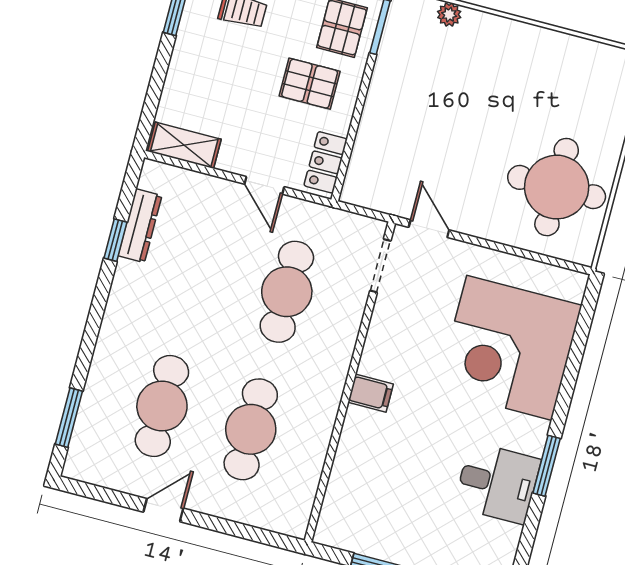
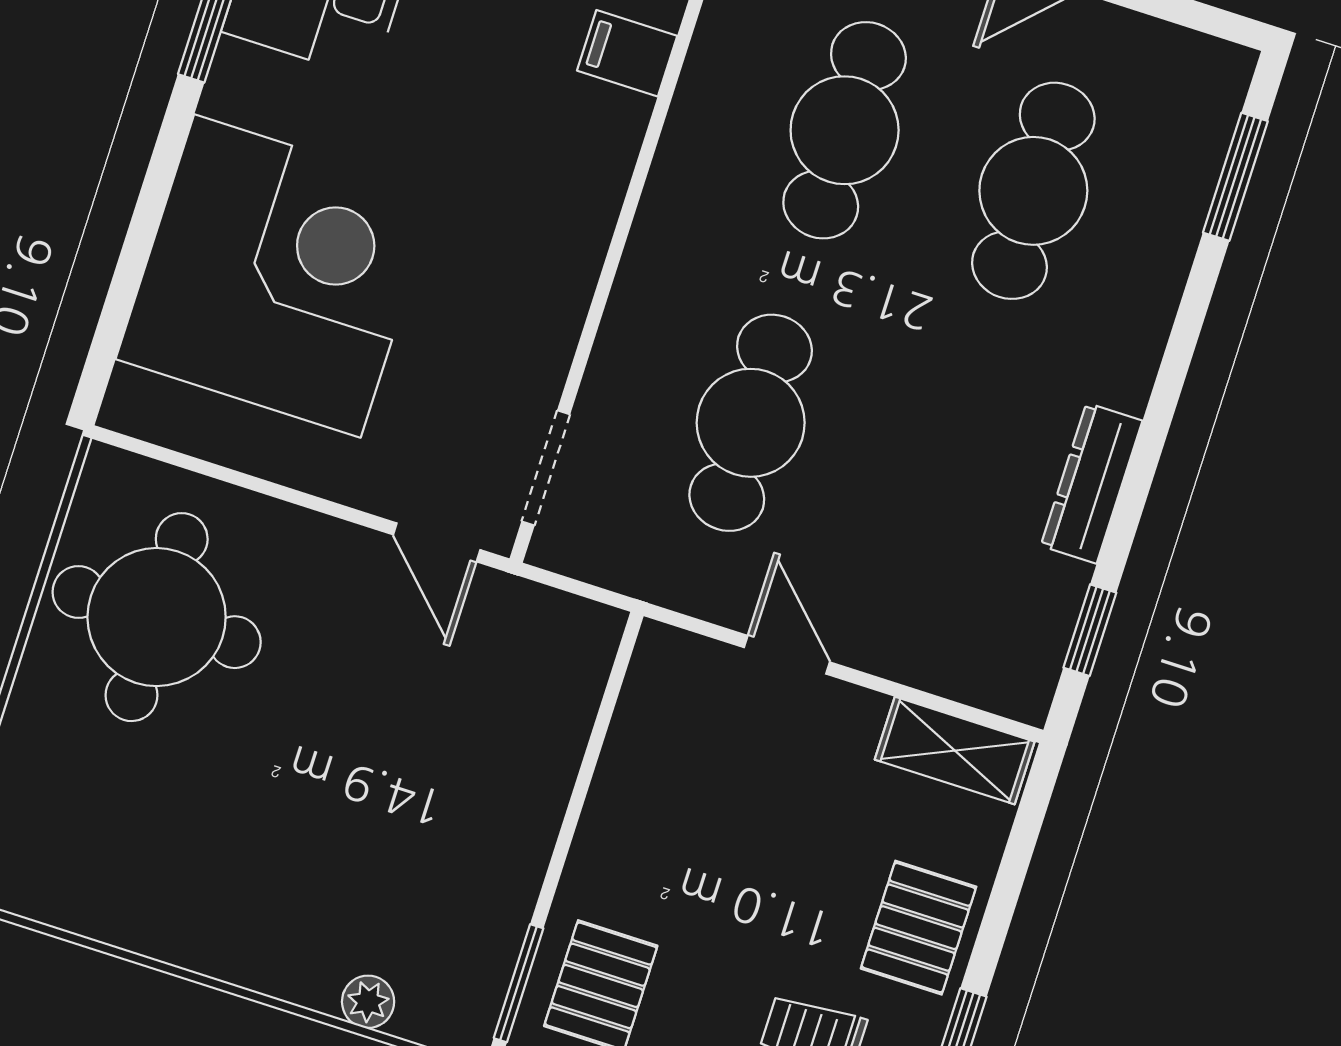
pallet: (310, 84) -> (919, 928), moved, turned 90
locker: (326, 162) -> (652, 697), removed
dresser: (140, 226) -> (1092, 483), moved
window: (115, 240) -> (1090, 630), moved
filing cabinet: (371, 393) -> (627, 53), moved

